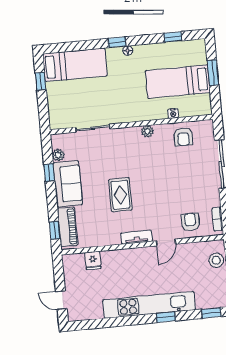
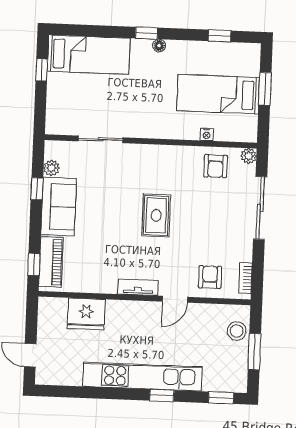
plant: (147, 131) -> (249, 156), moved
rug: (120, 195) -> (156, 215), moved
fridge: (93, 261) -> (86, 314), width x1.88, depth x1.34

